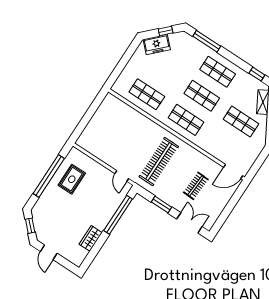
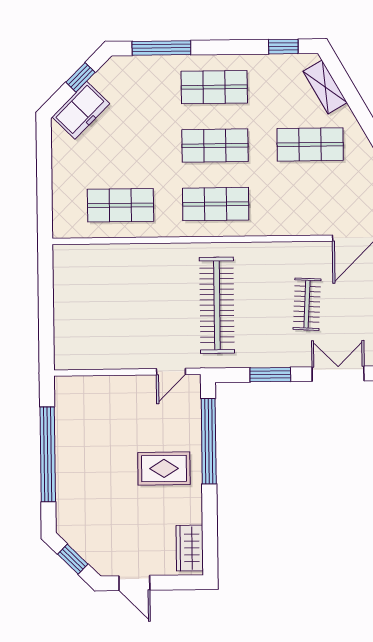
door: (122, 176) -> (171, 372), hinge flipped
rug: (72, 179) -> (164, 468), moved, turned 90
wardrobe: (91, 238) -> (190, 548), moved

